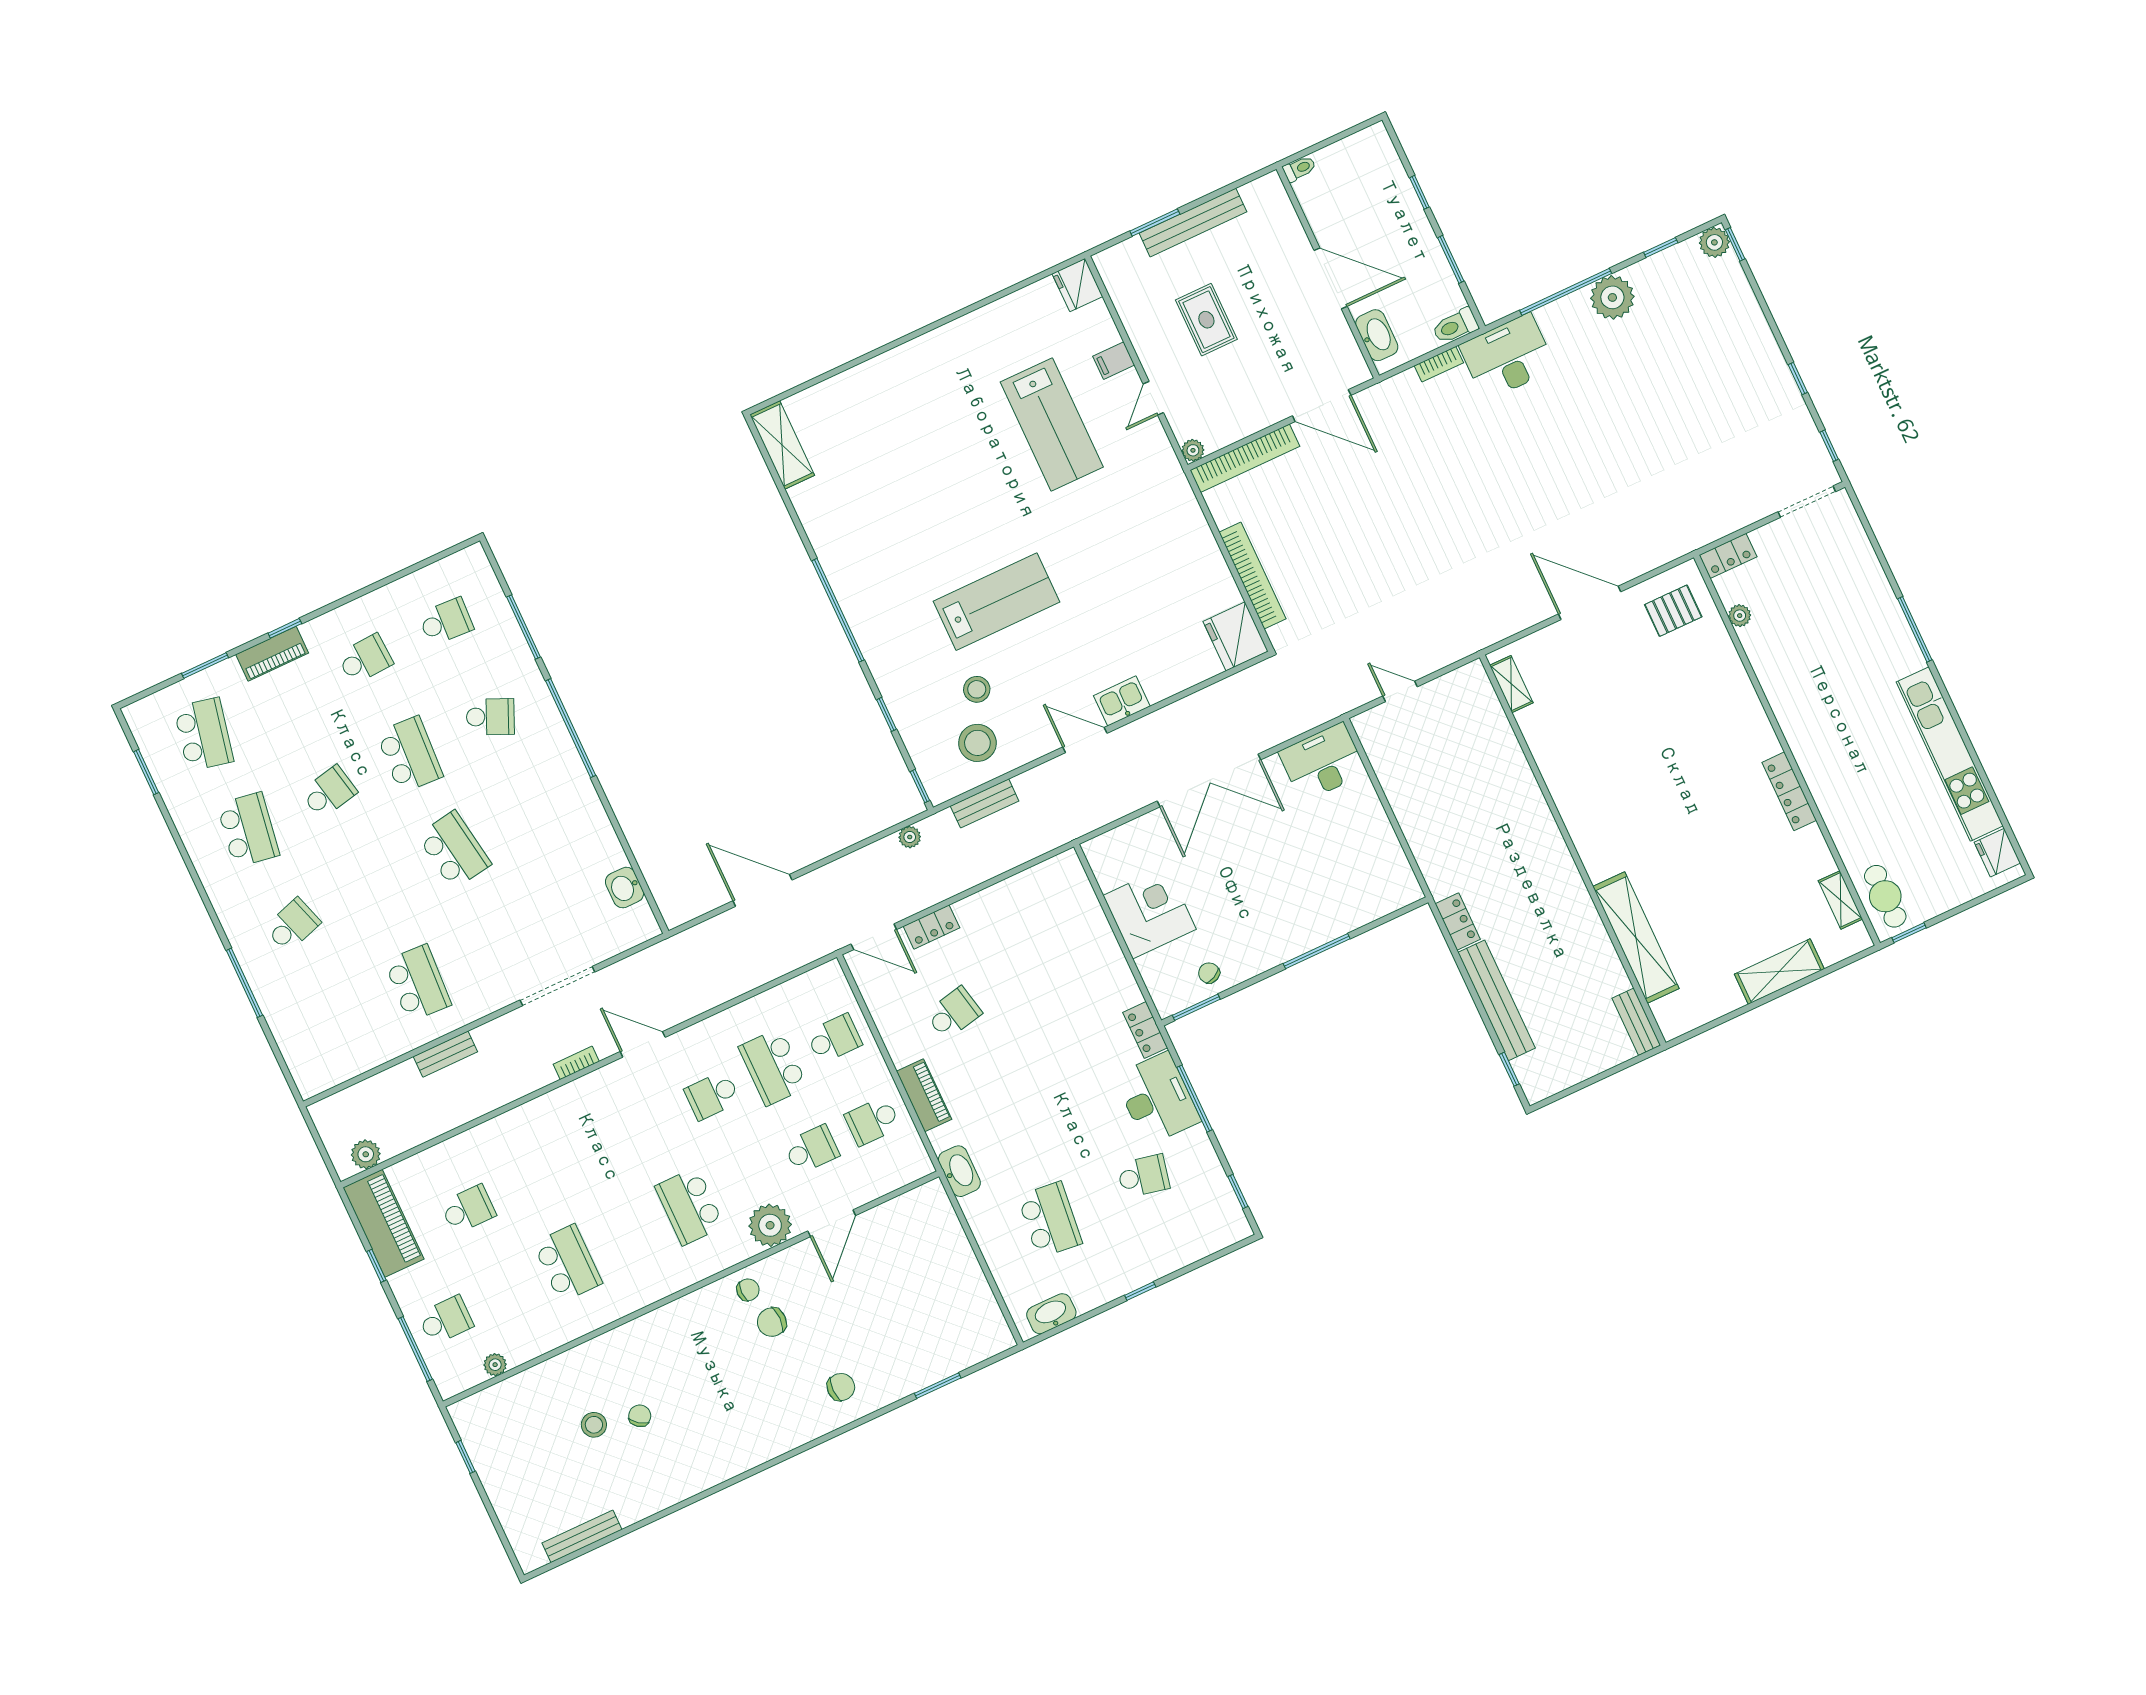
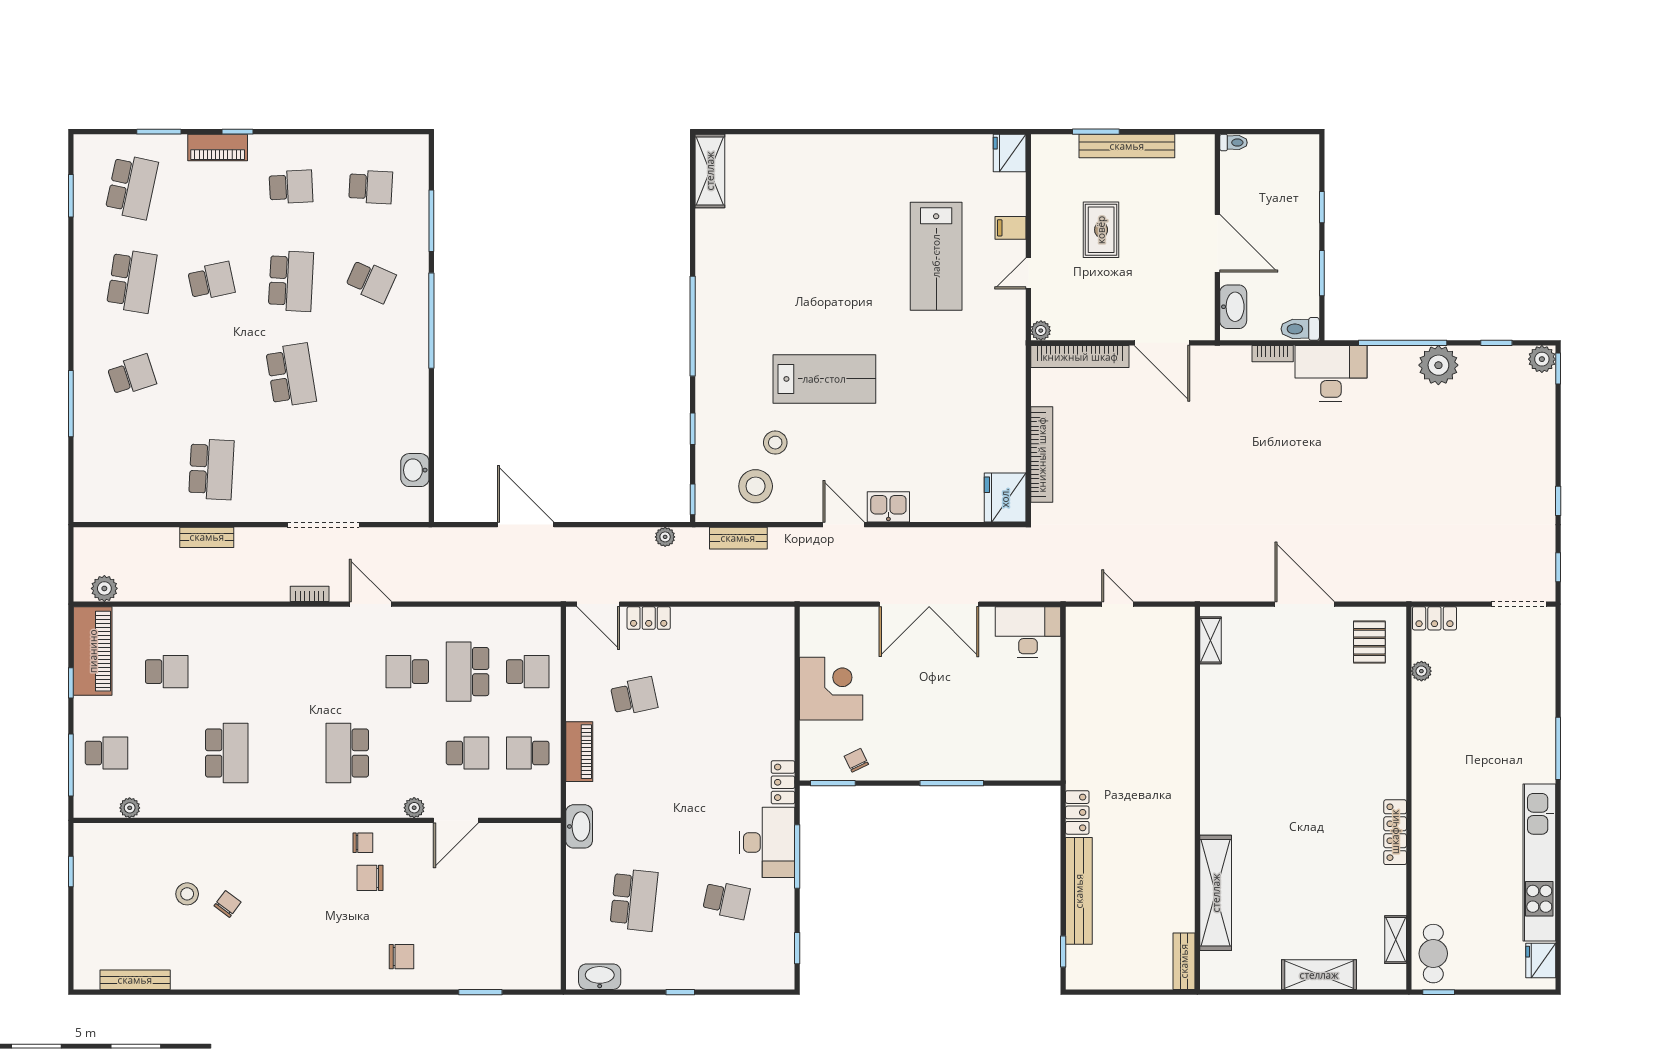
pallet: (1673, 611) -> (1369, 642), turned 90
plant: (770, 1225) -> (414, 808), width x0.53, depth x0.53

